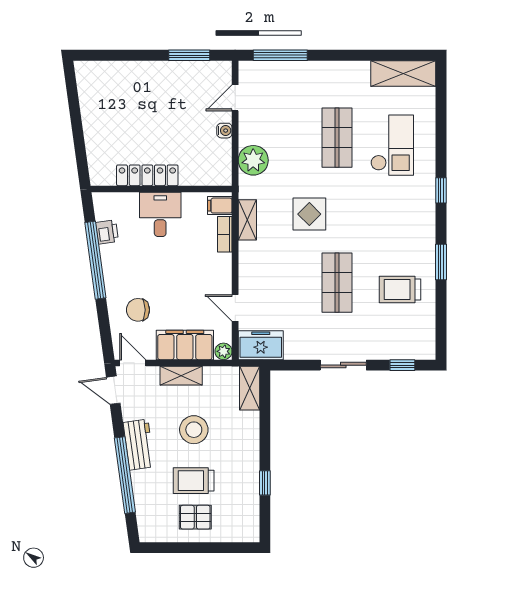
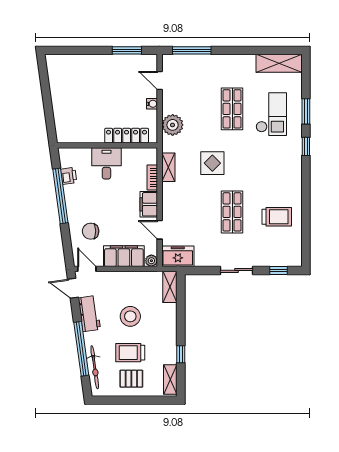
door: (235, 98) -> (160, 81), hinge flipped
locker: (147, 175) -> (127, 136), moved
filing cabinet: (220, 206) -> (149, 204), moved, width x2.00
window: (441, 262) -> (306, 111), moved
trolley: (400, 289) -> (277, 217), turned 180
shelving: (181, 376) -> (170, 380), moved, turned 90
workbench: (139, 445) -> (89, 314), moved
bicycle: (144, 501) -> (95, 367), added

